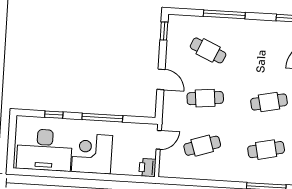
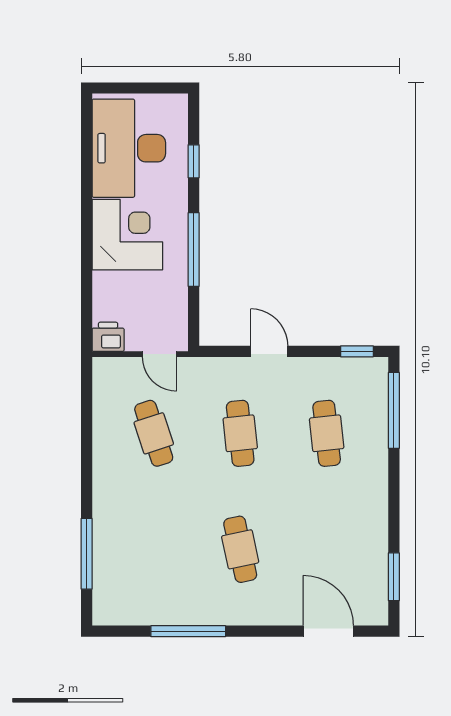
window: (224, 14) -> (394, 410), moved
cafe table: (208, 50) -> (327, 433), turned -30
door: (161, 79) -> (269, 351), swing flipped
cafe table: (266, 150) -> (154, 549), removed

